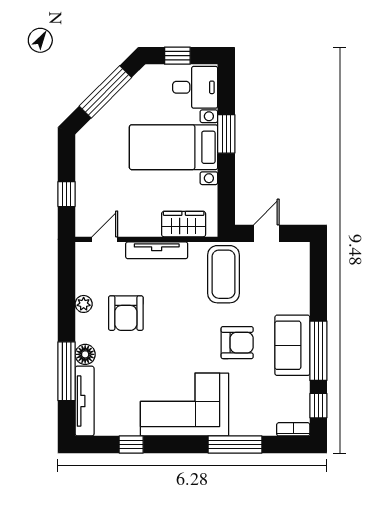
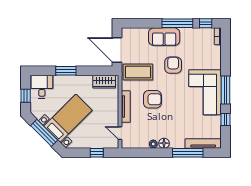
bed with nightstands: (174, 147) -> (68, 118), moved, turned -135
wardrobe: (184, 224) -> (104, 82), moved, turned -90
door: (266, 233) -> (117, 50), width x1.88
armchair: (126, 313) -> (152, 99), moved
sofa: (292, 345) -> (164, 37), moved
floor lamp: (85, 354) -> (164, 143), moved
window: (235, 445) -> (226, 90), moved

